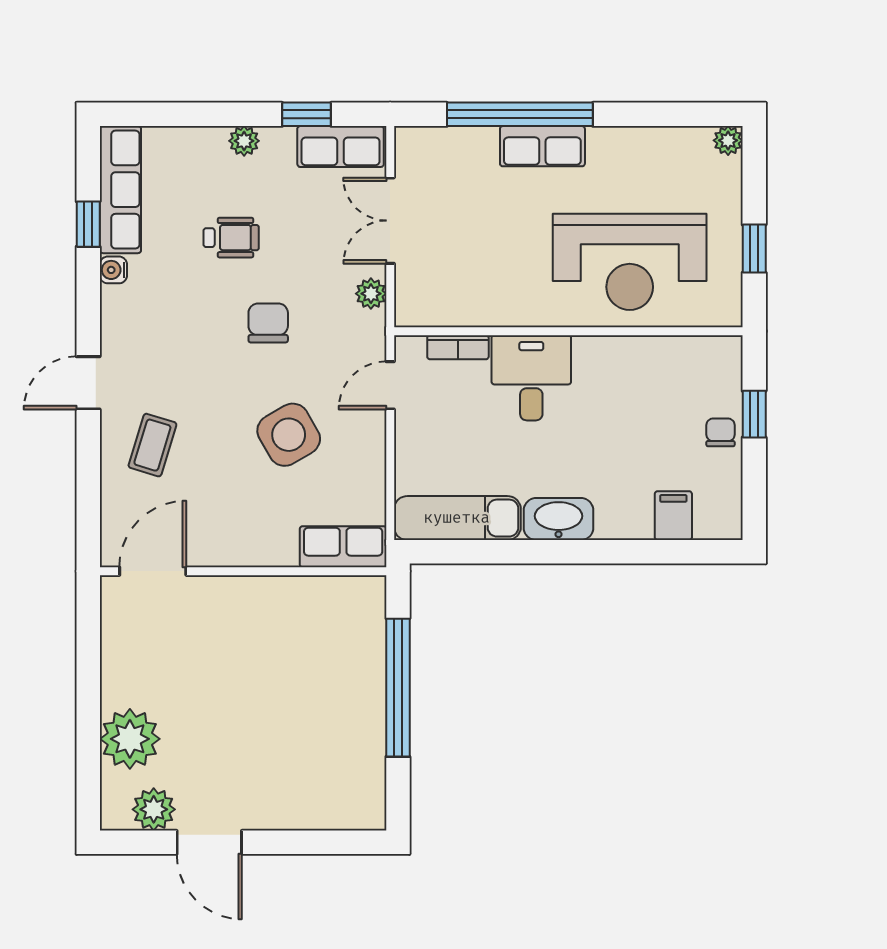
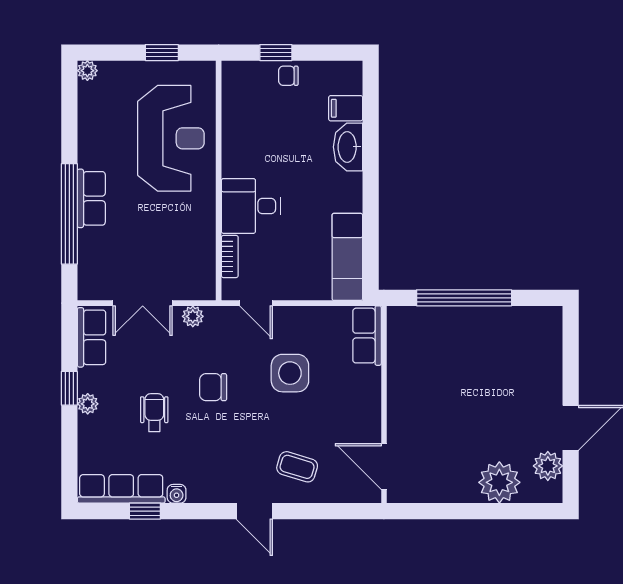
window: (307, 114) -> (69, 388), moved
side table: (289, 435) -> (290, 373), turned 30
washbasin: (559, 519) -> (348, 147), moved

